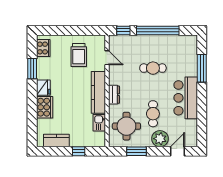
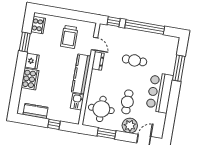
dresser: (114, 95) -> (98, 61), moved

